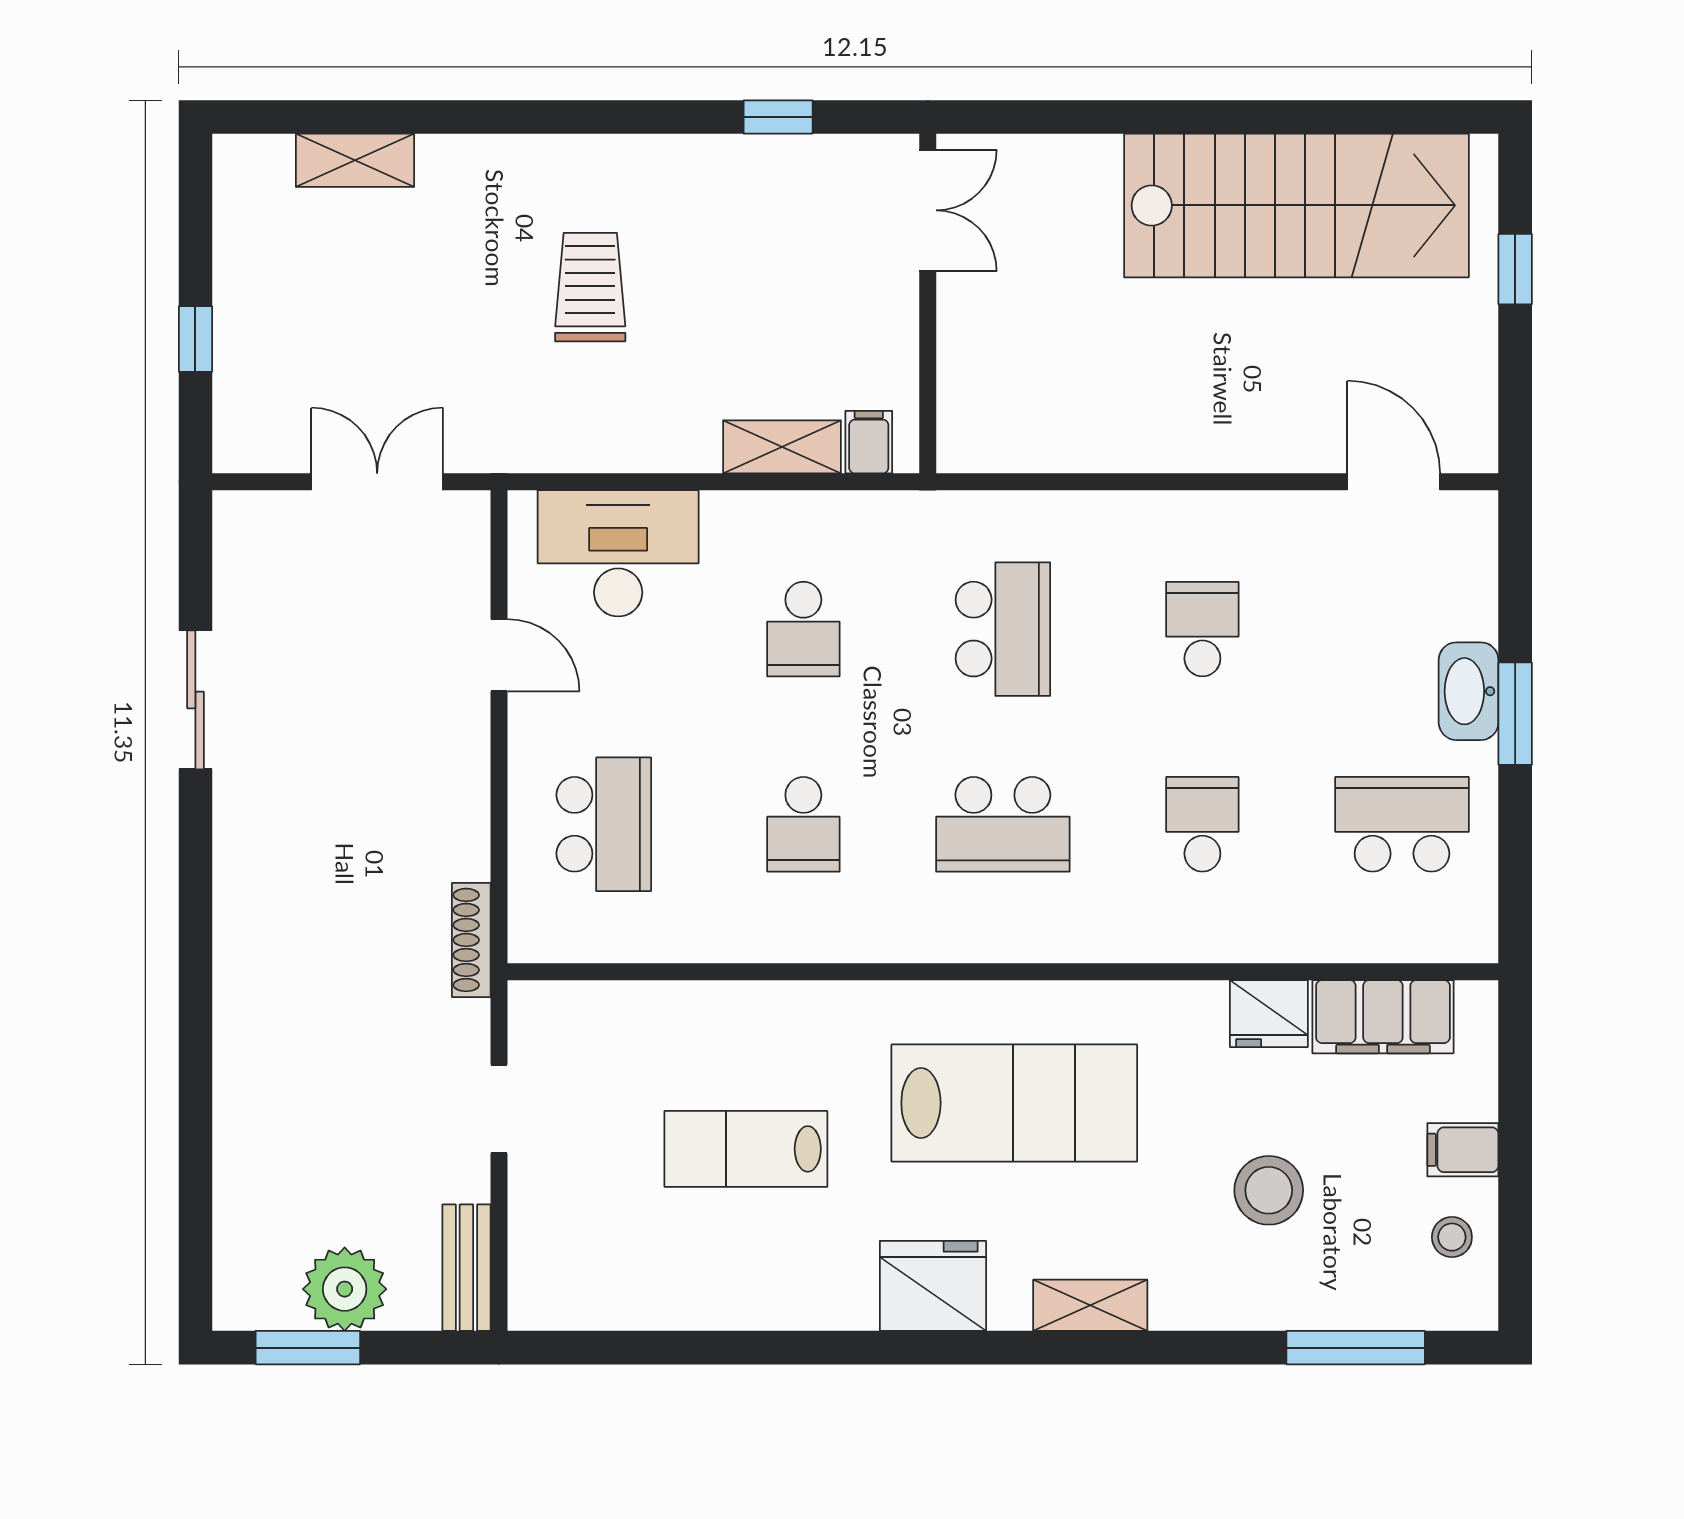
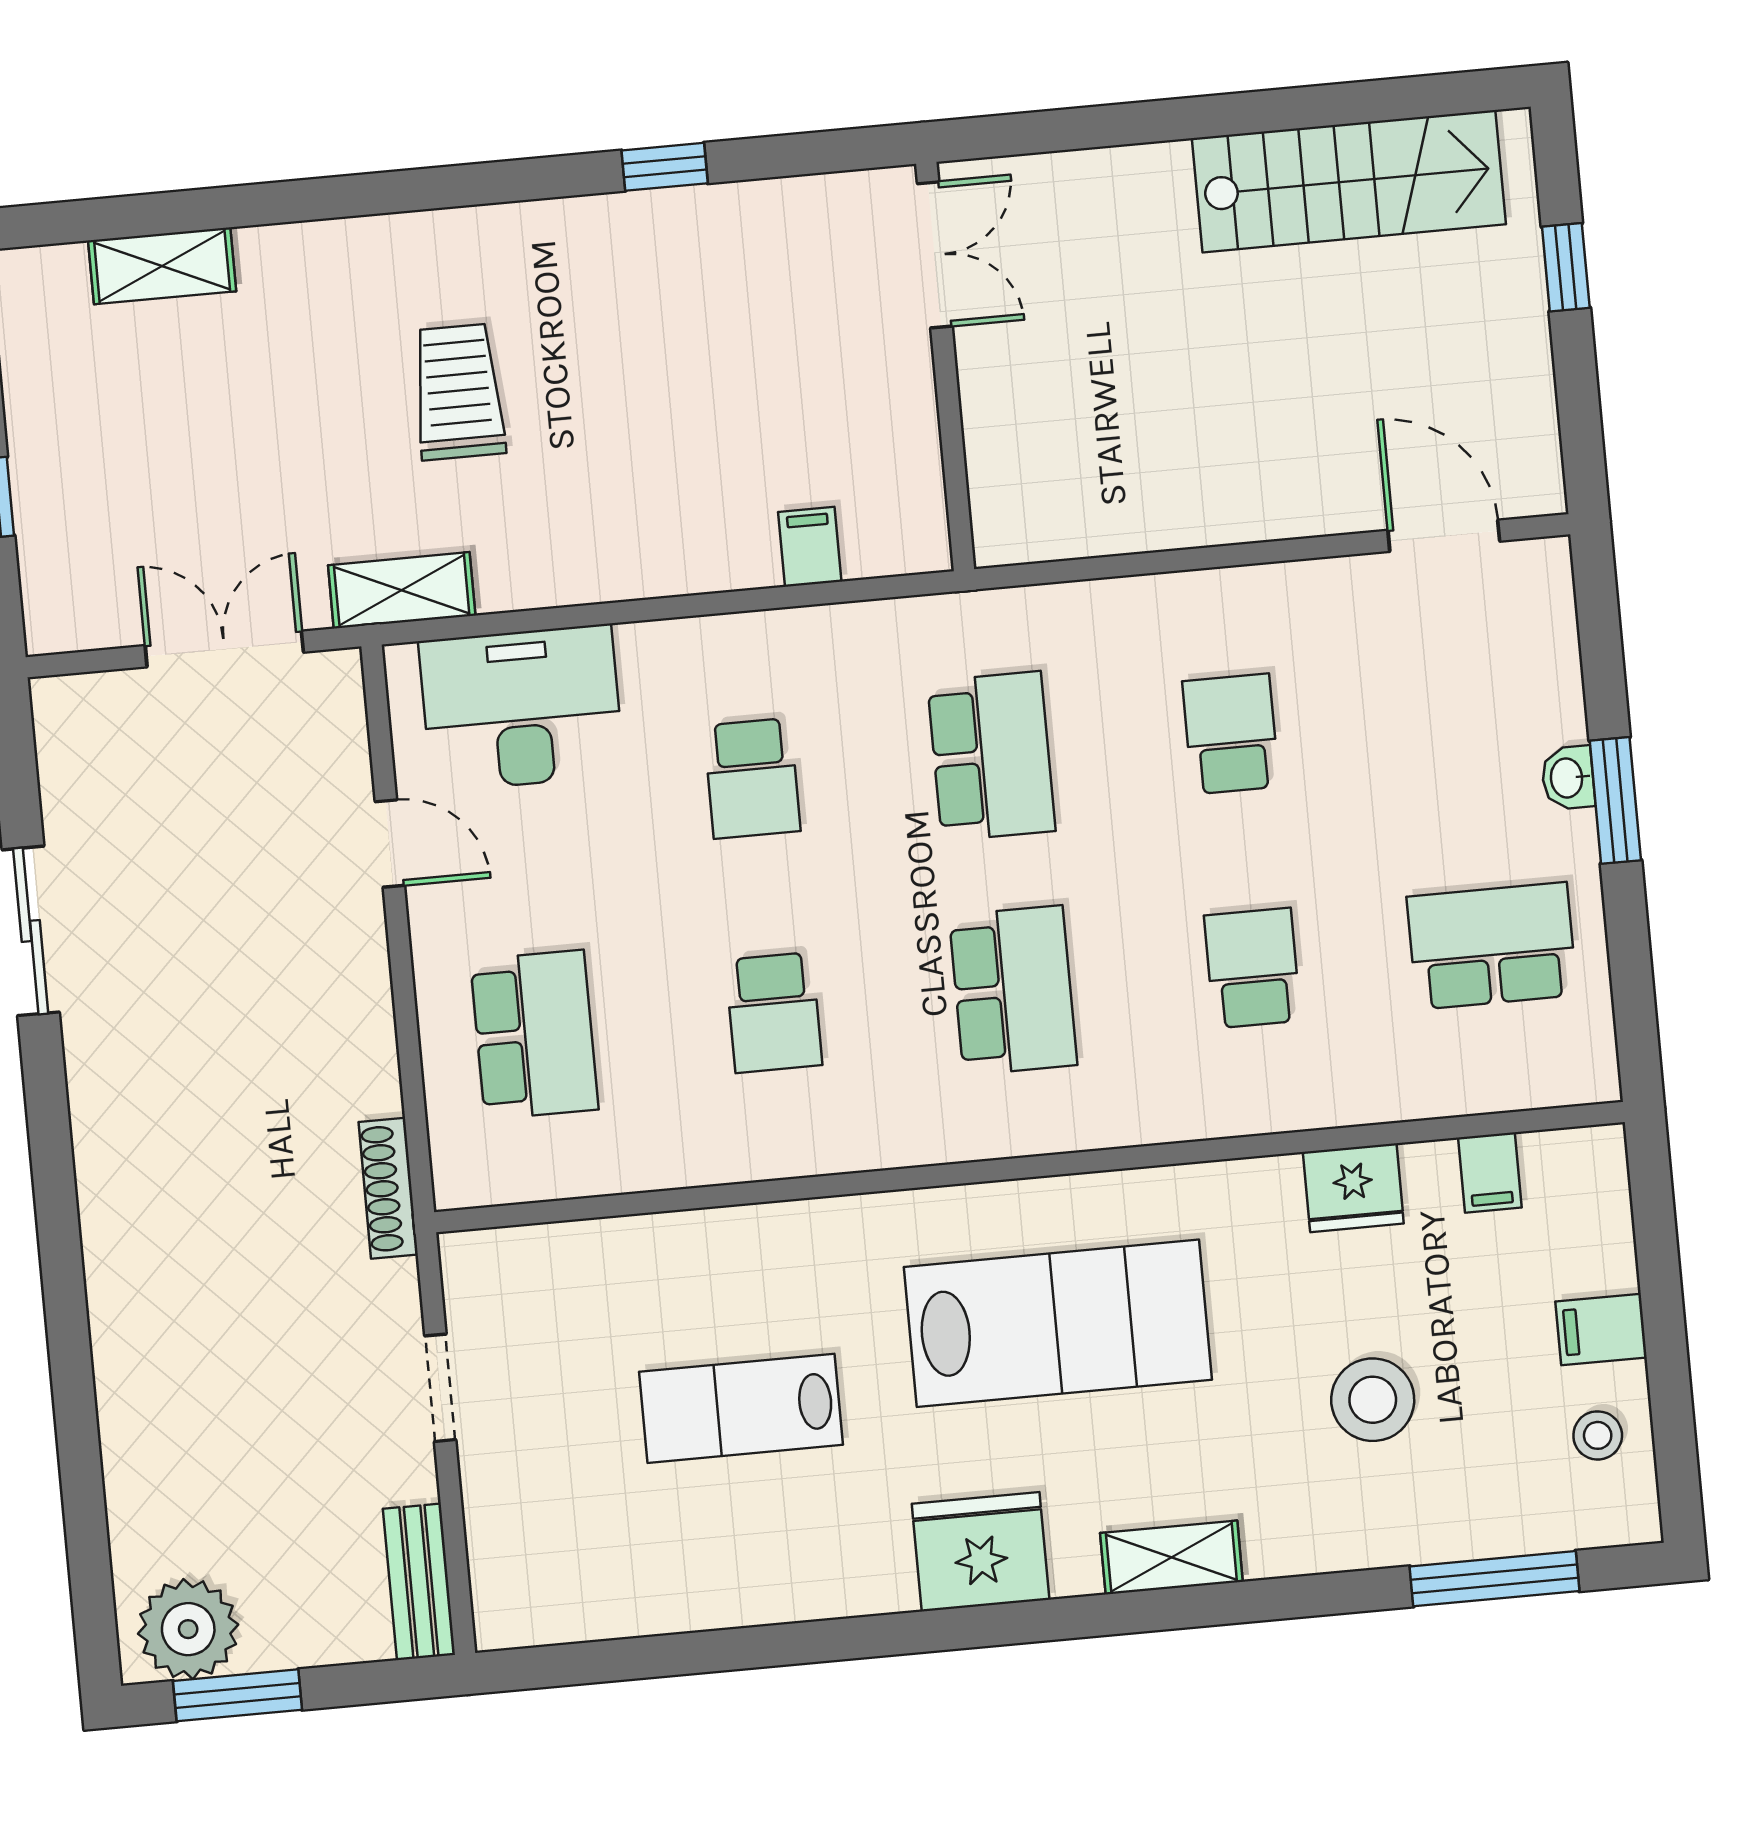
stairs: (1296, 205) -> (1349, 181), width x0.73, depth x0.66
double door: (928, 210) -> (935, 255), moved
wall: (928, 304) -> (945, 366), moved
shelving: (782, 447) -> (402, 590), moved
washbasin: (1469, 691) -> (1568, 778), width x0.52, depth x0.69
school desk: (1003, 824) -> (1013, 990), turned -90
filing cabinet: (1383, 1017) -> (1490, 1172), width x0.33, depth x0.86
plant: (345, 1289) -> (188, 1629), moved

